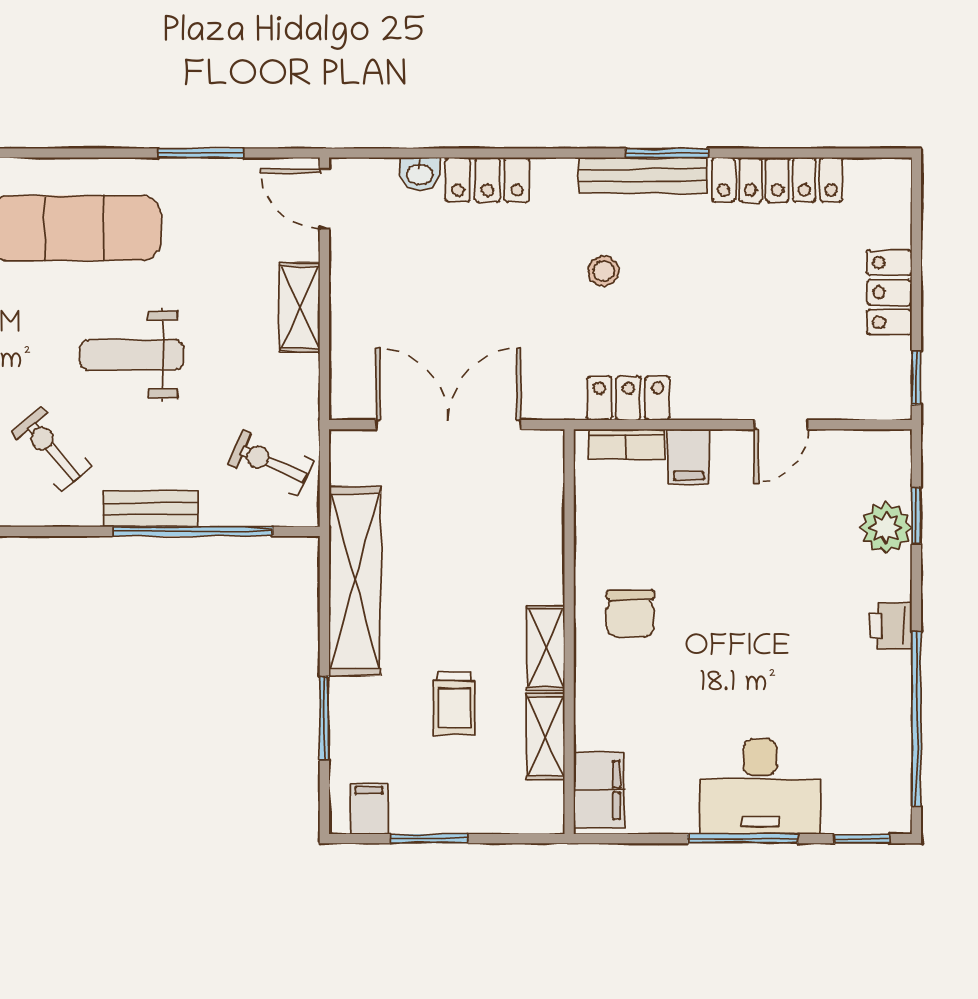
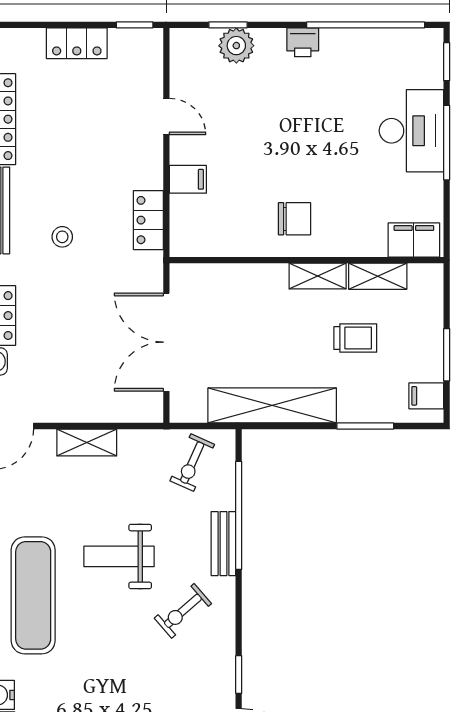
weight bench: (132, 355) -> (119, 556), turned 90
bookcase: (627, 444) -> (180, 221), removed

